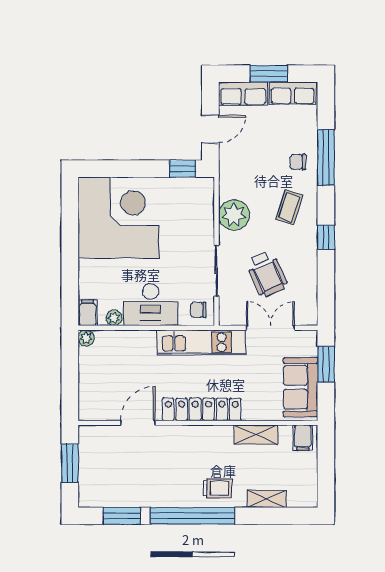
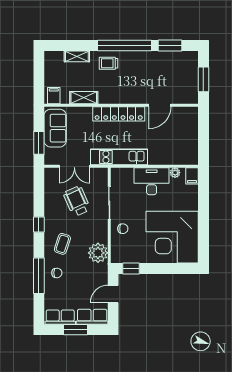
plant: (234, 215) -> (98, 253), moved
chair: (198, 310) -> (123, 229), moved
plant: (86, 338) -> (193, 160), removed

